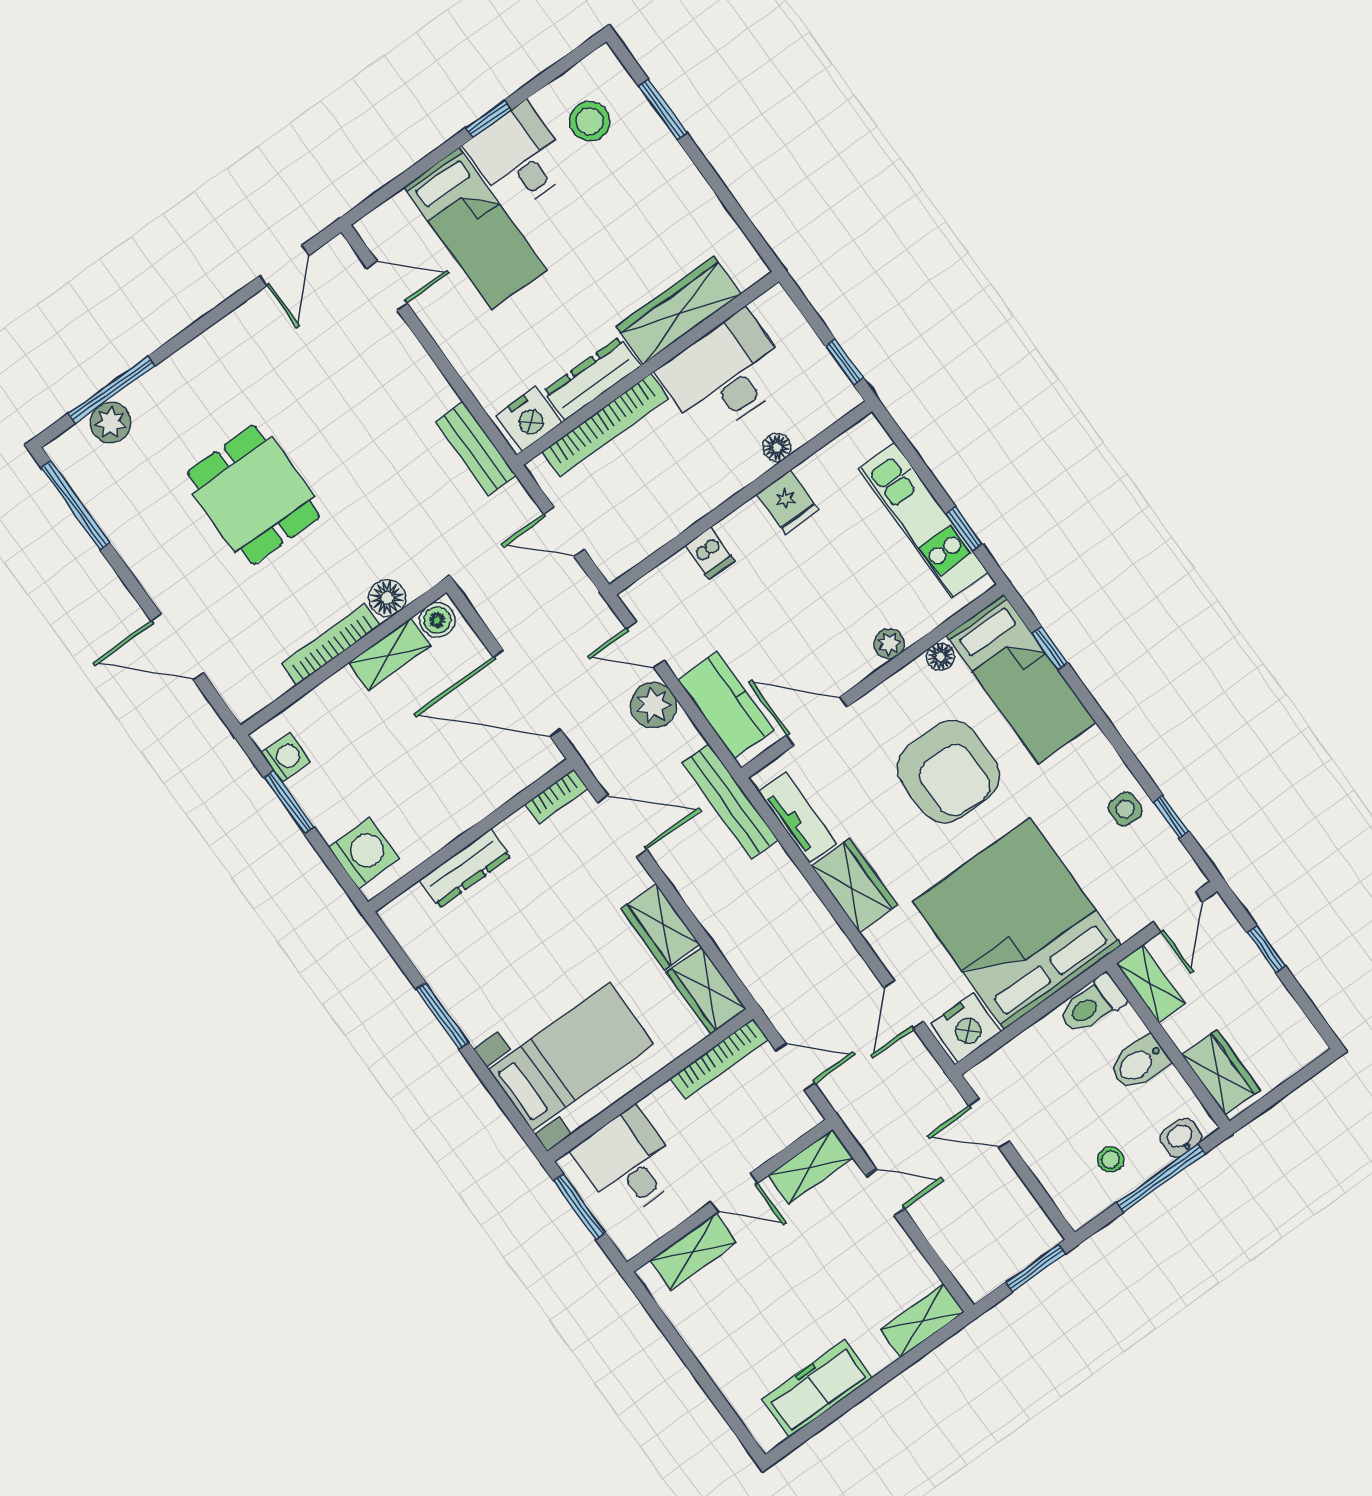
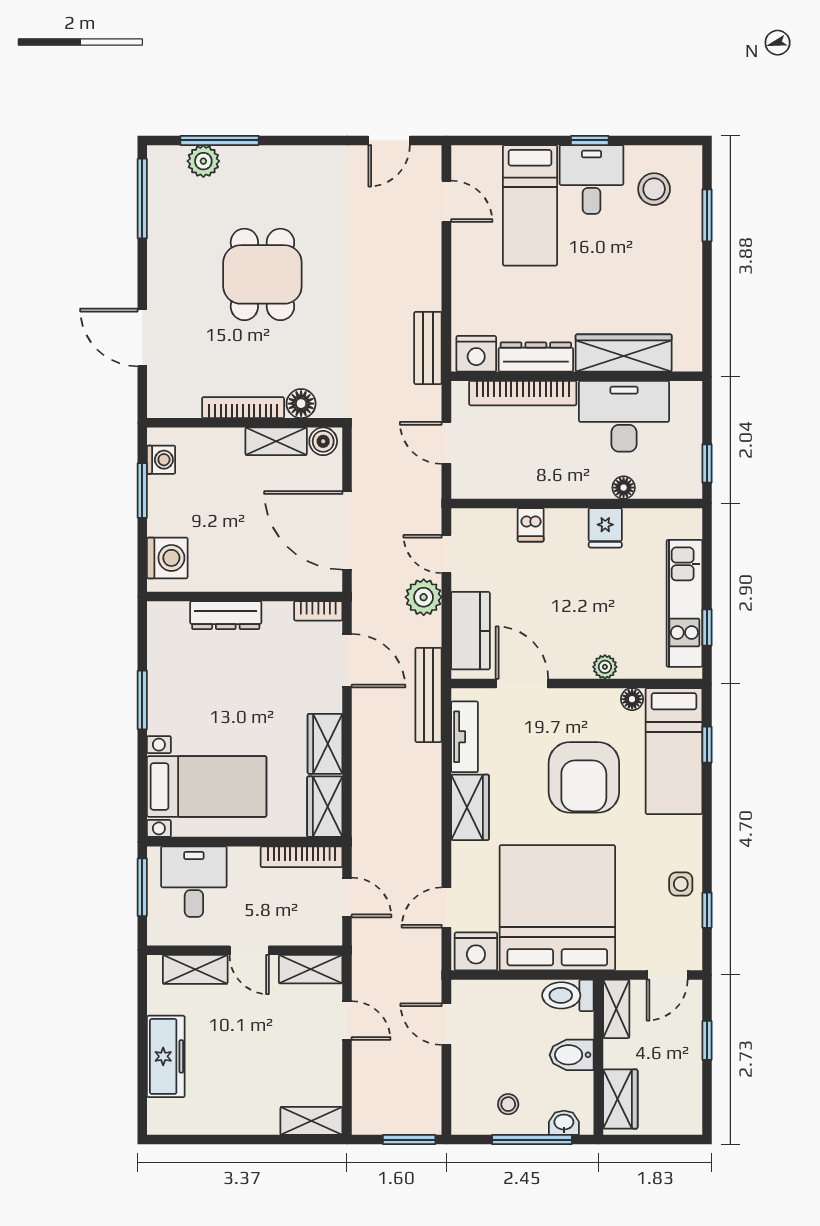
freezer: (817, 1388) -> (166, 1056), moved, turned 90

